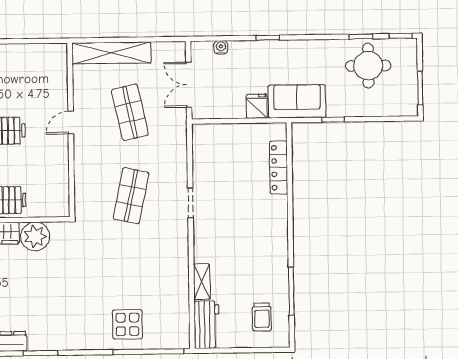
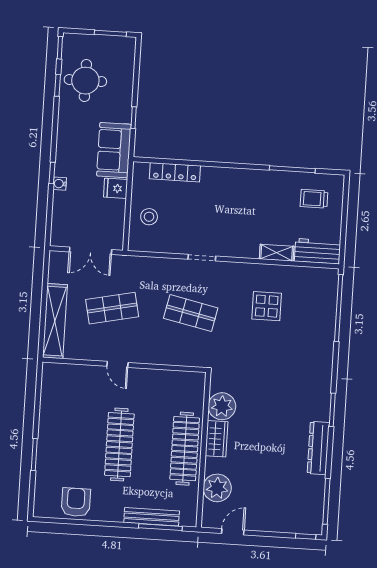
water cooler: (221, 47) -> (60, 184), moved
stool: (229, 144) -> (149, 217), added
trolley: (262, 317) -> (314, 199), turned 180
display table: (127, 324) -> (267, 306), moved

